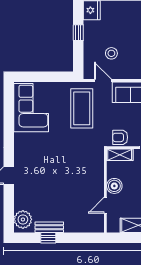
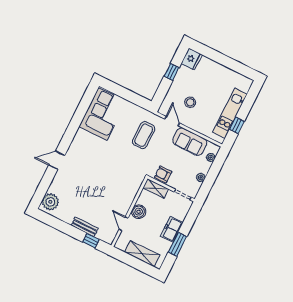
coffee table: (82, 108) -> (144, 135), width x0.73, depth x0.76
door: (105, 205) -> (124, 224), hinge flipped
bench: (49, 227) -> (85, 227), moved
window: (48, 238) -> (91, 241), moved

